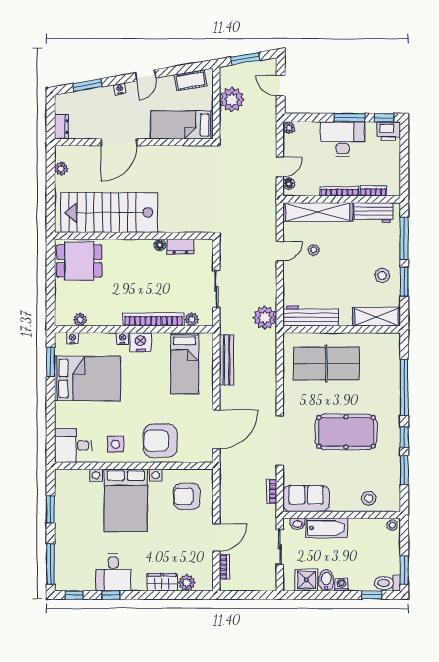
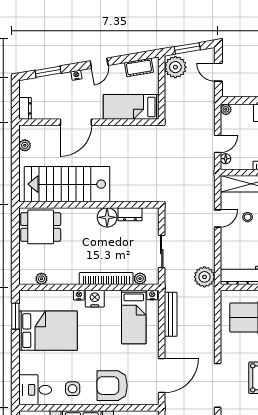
plant: (232, 100) -> (175, 67), moved
floor lamp: (160, 245) -> (107, 217), width x1.89, depth x1.89
nightstand: (72, 338) -> (152, 295), moved

